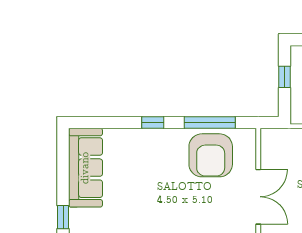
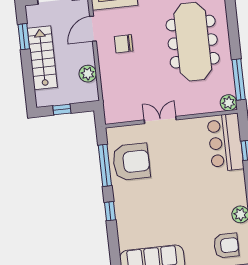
double door: (258, 197) -> (160, 120), width x0.73

